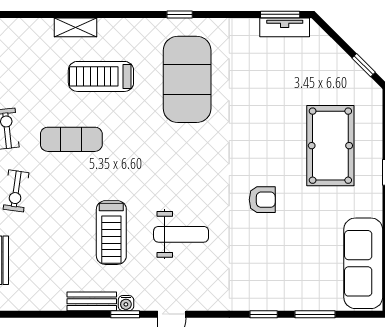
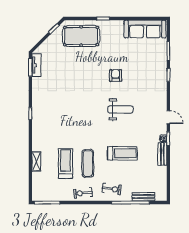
treadmill: (101, 76) -> (65, 163), moved, turned 180
exercise mat: (187, 79) -> (60, 110), removed
pool table: (330, 146) -> (81, 36), moved
treadmill: (111, 233) -> (122, 153), moved
weight bench: (181, 234) -> (120, 109), moved, turned 90

